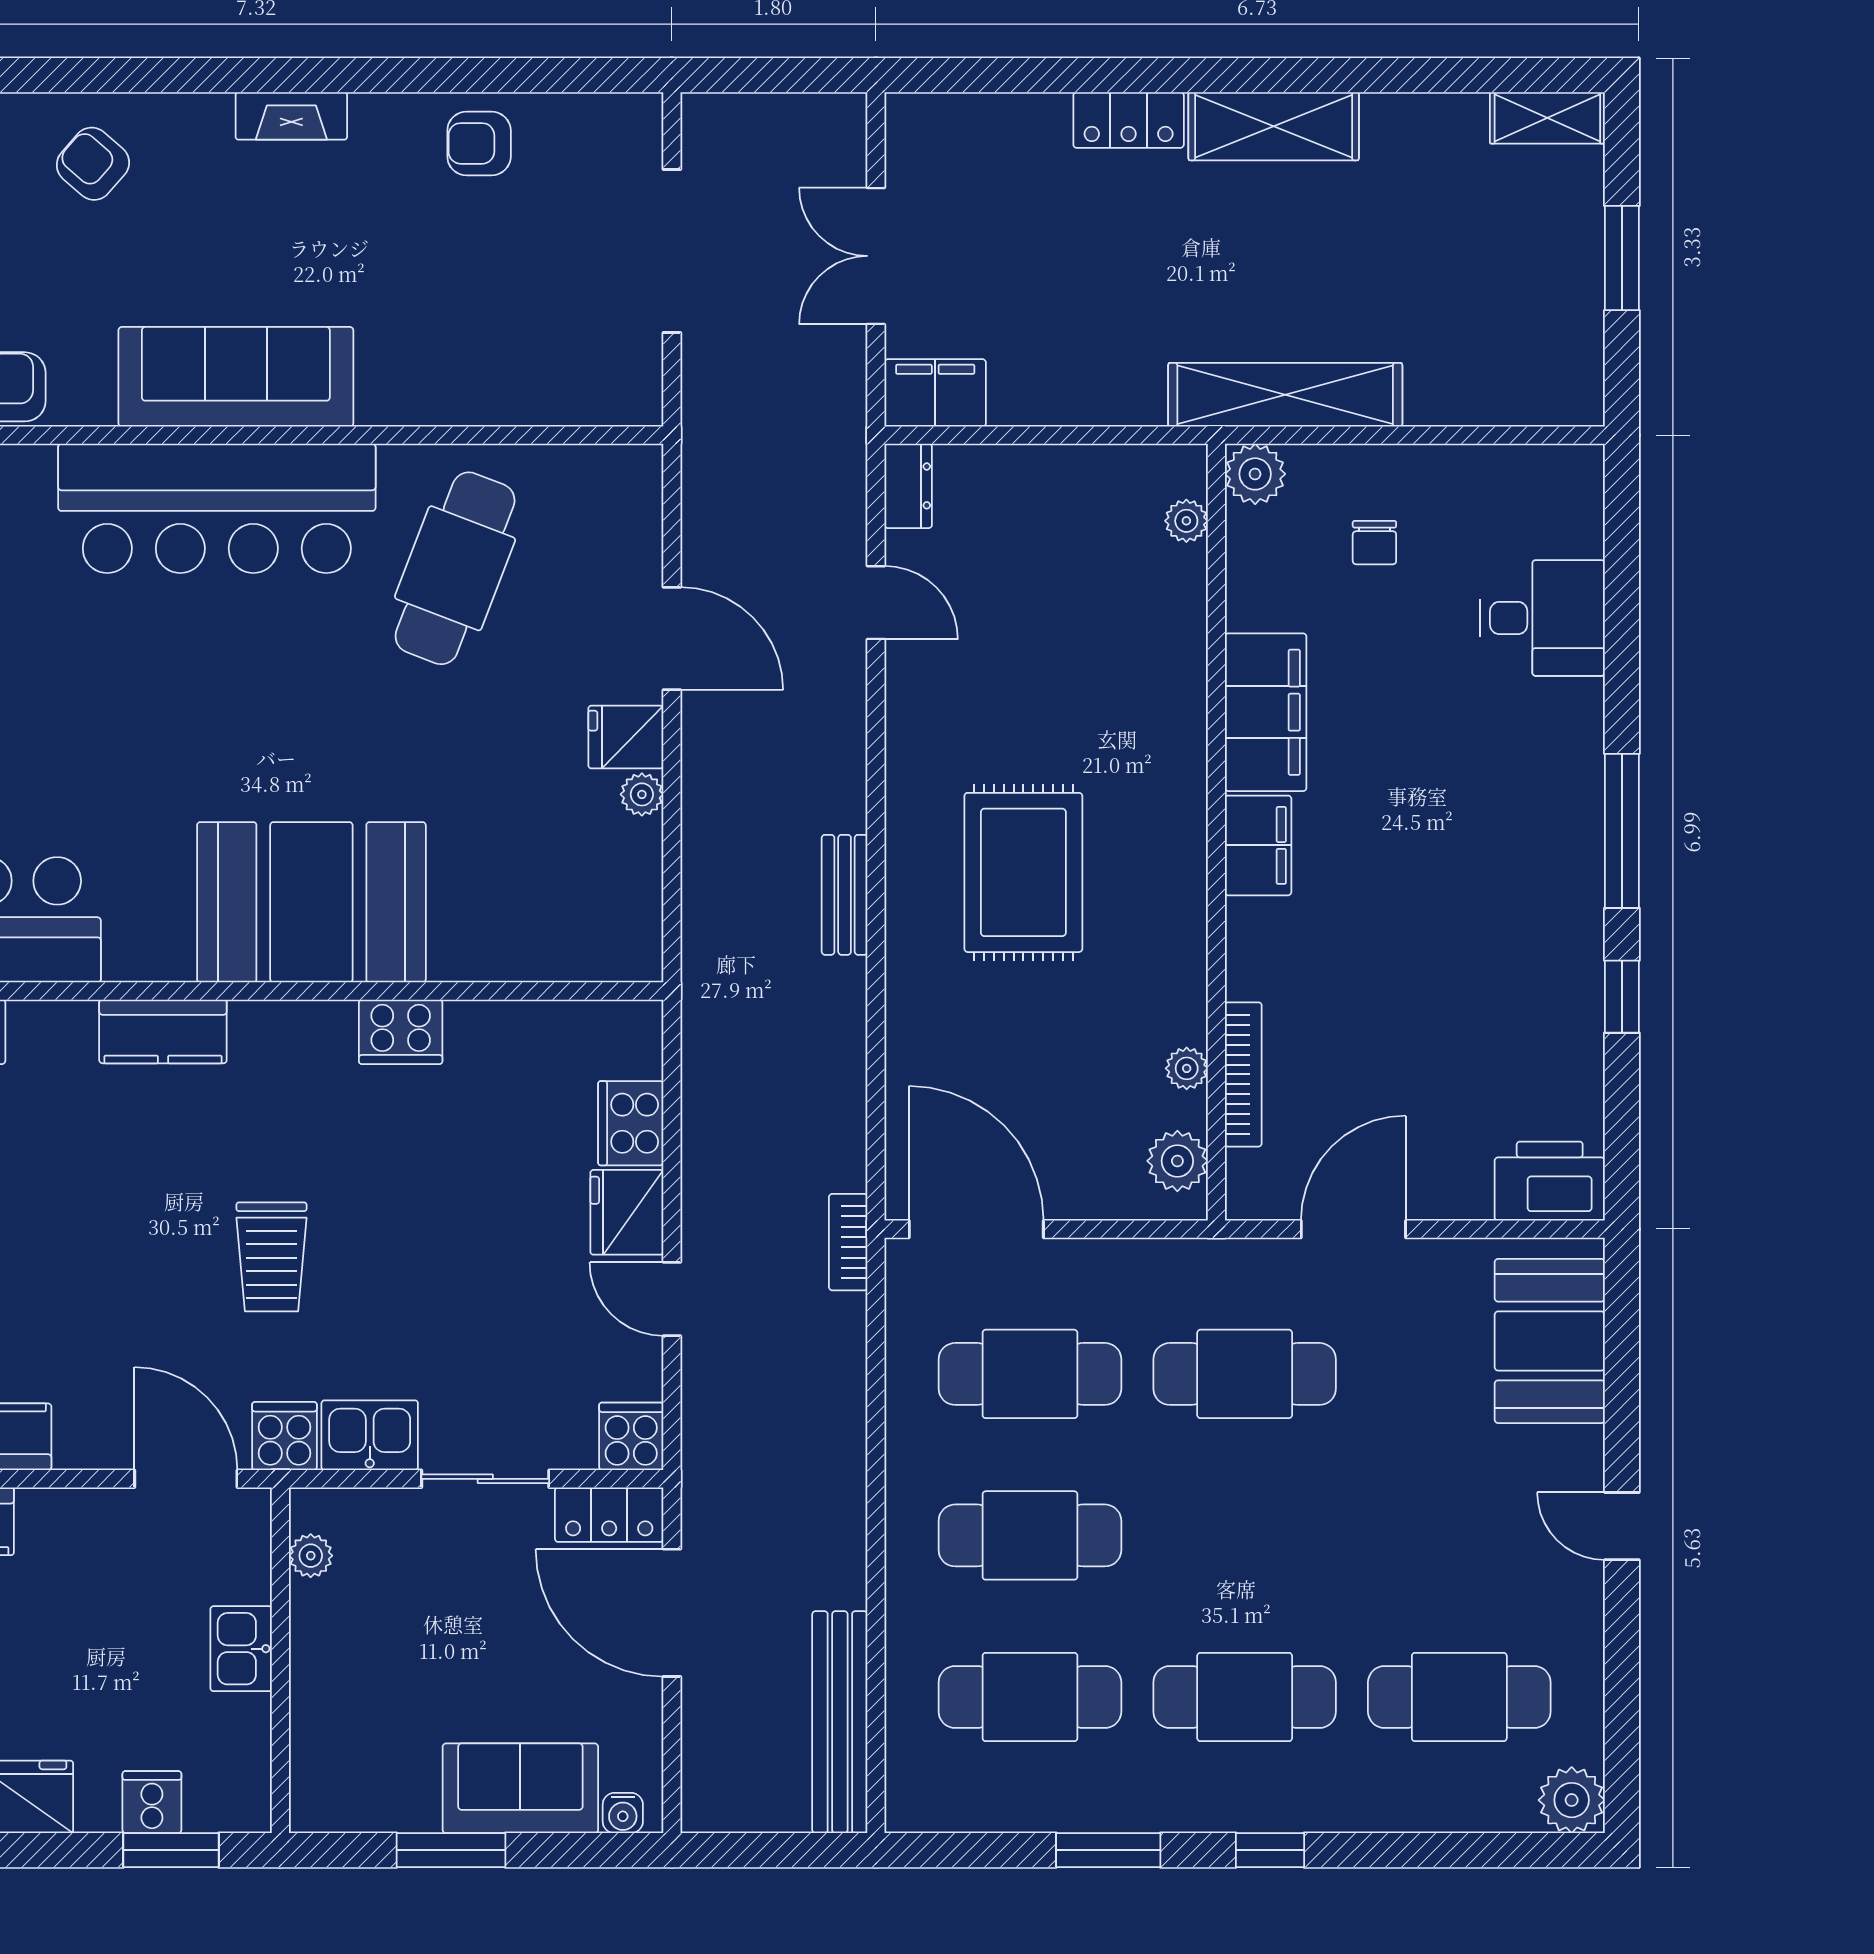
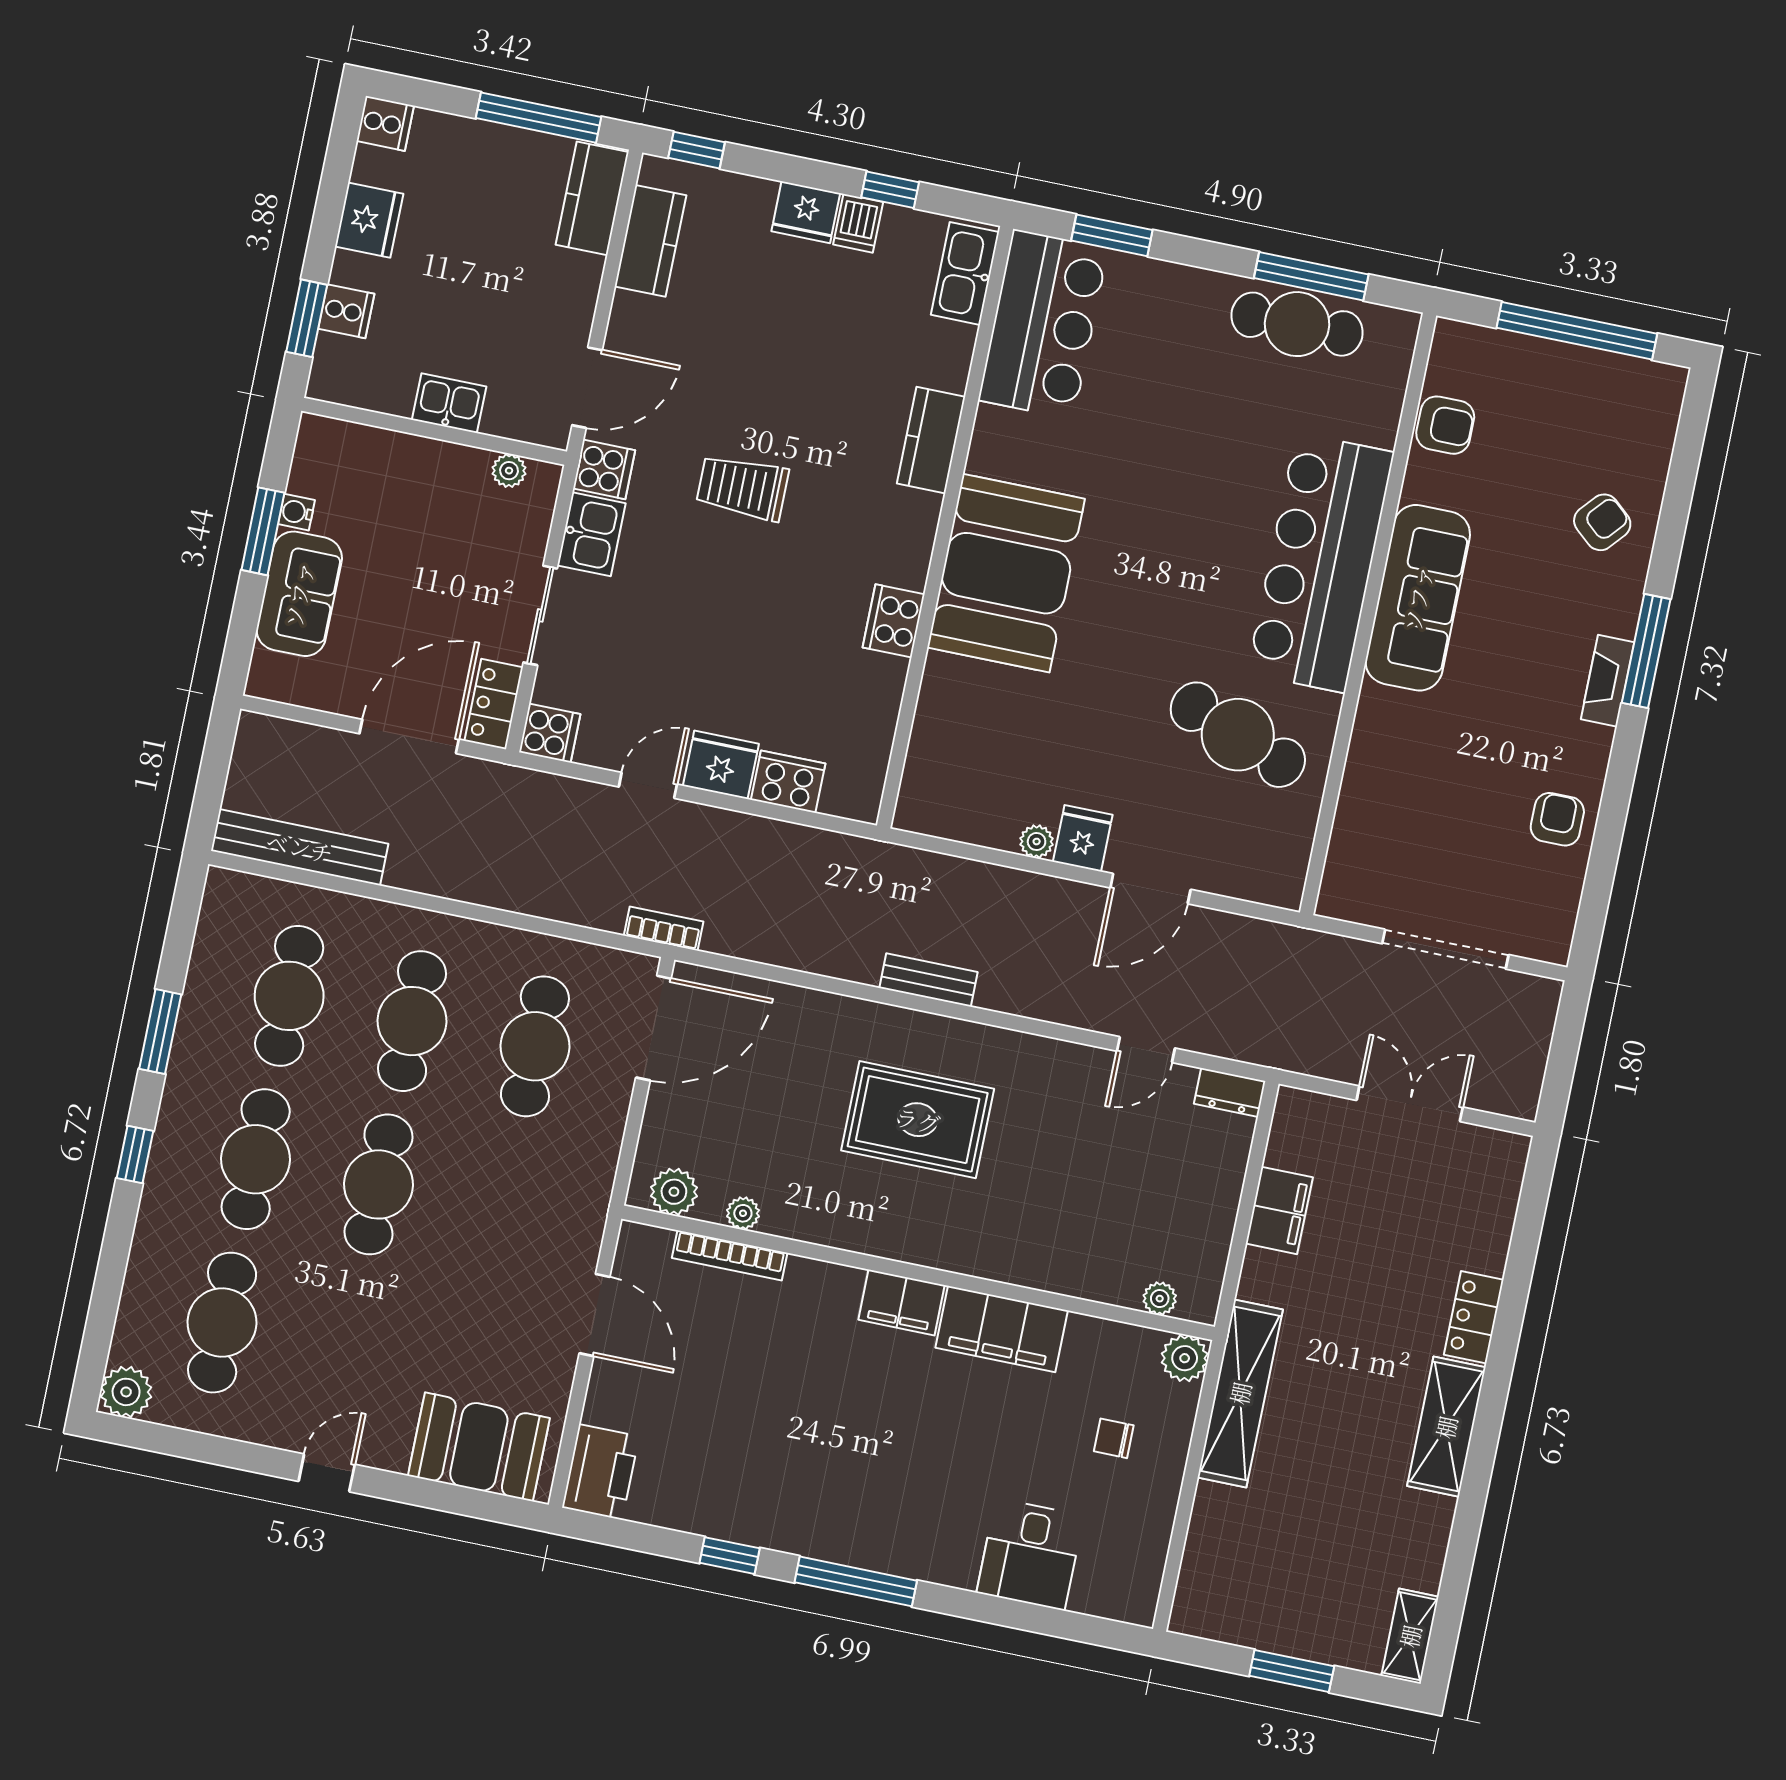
window: (244, 75) -> (1646, 651), added
filing cabinet: (935, 393) -> (1279, 1210), moved
cafe table: (1245, 1374) -> (378, 1184), moved
water cooler: (623, 1813) -> (296, 512), moved

